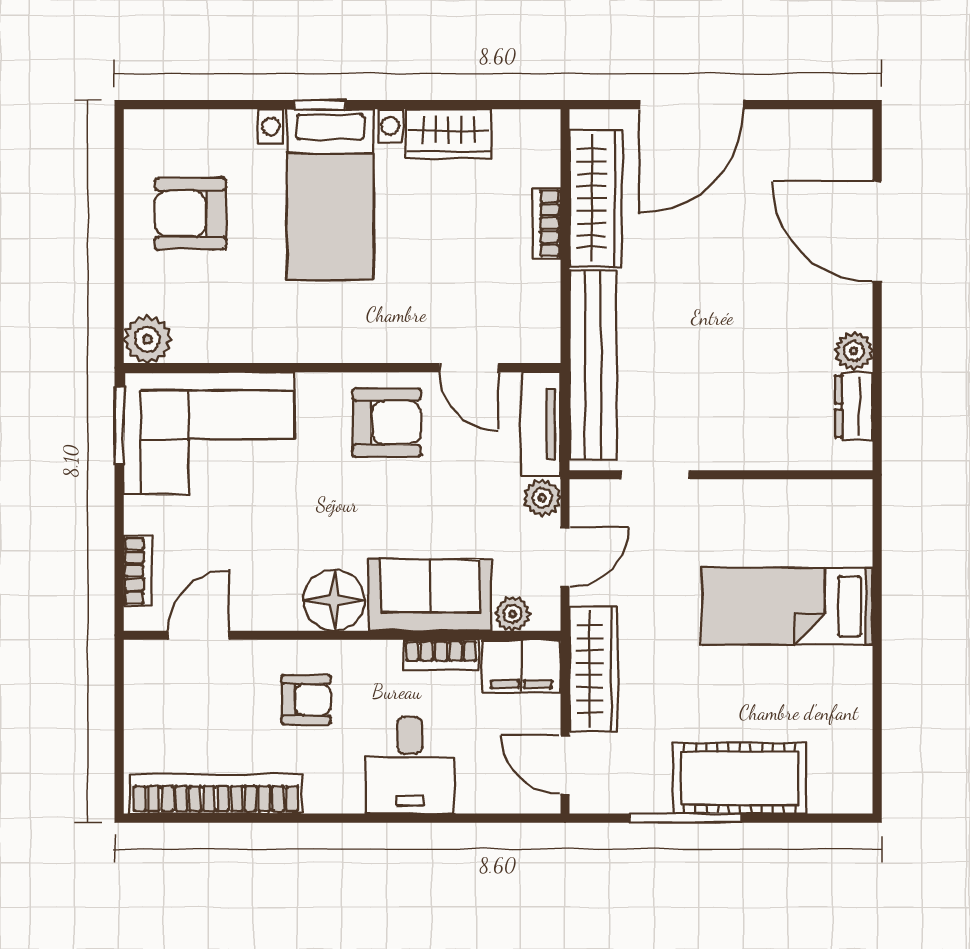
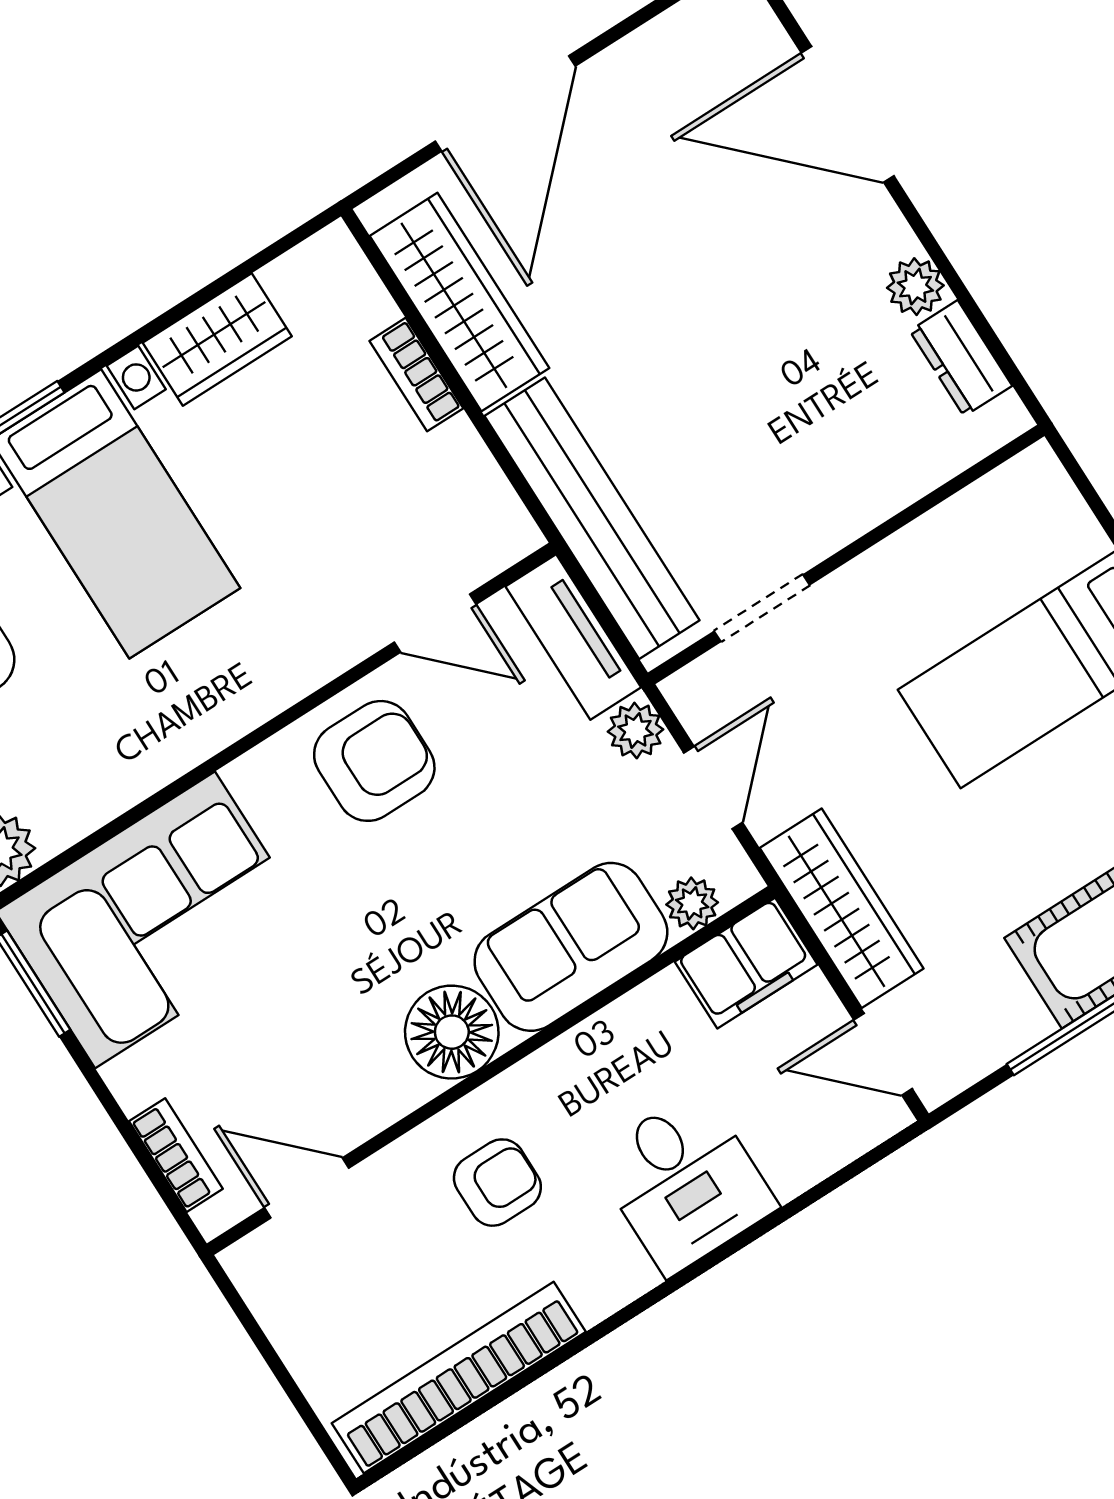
door: (199, 635) -> (307, 1188), hinge flipped
bookcase: (441, 655) -> (634, 1014), removed

